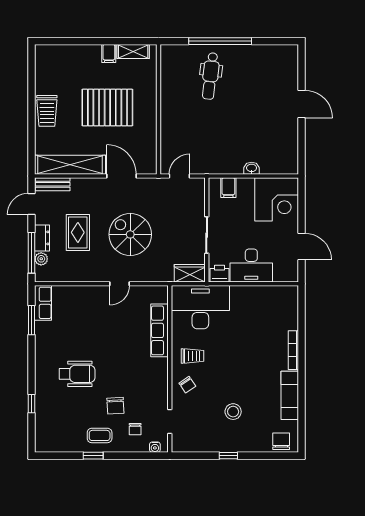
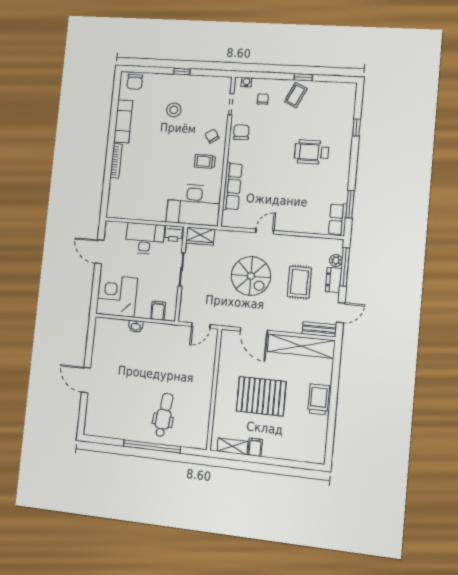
chair: (115, 406) -> (241, 132), moved
coffee table: (100, 435) -> (296, 95), turned -65

